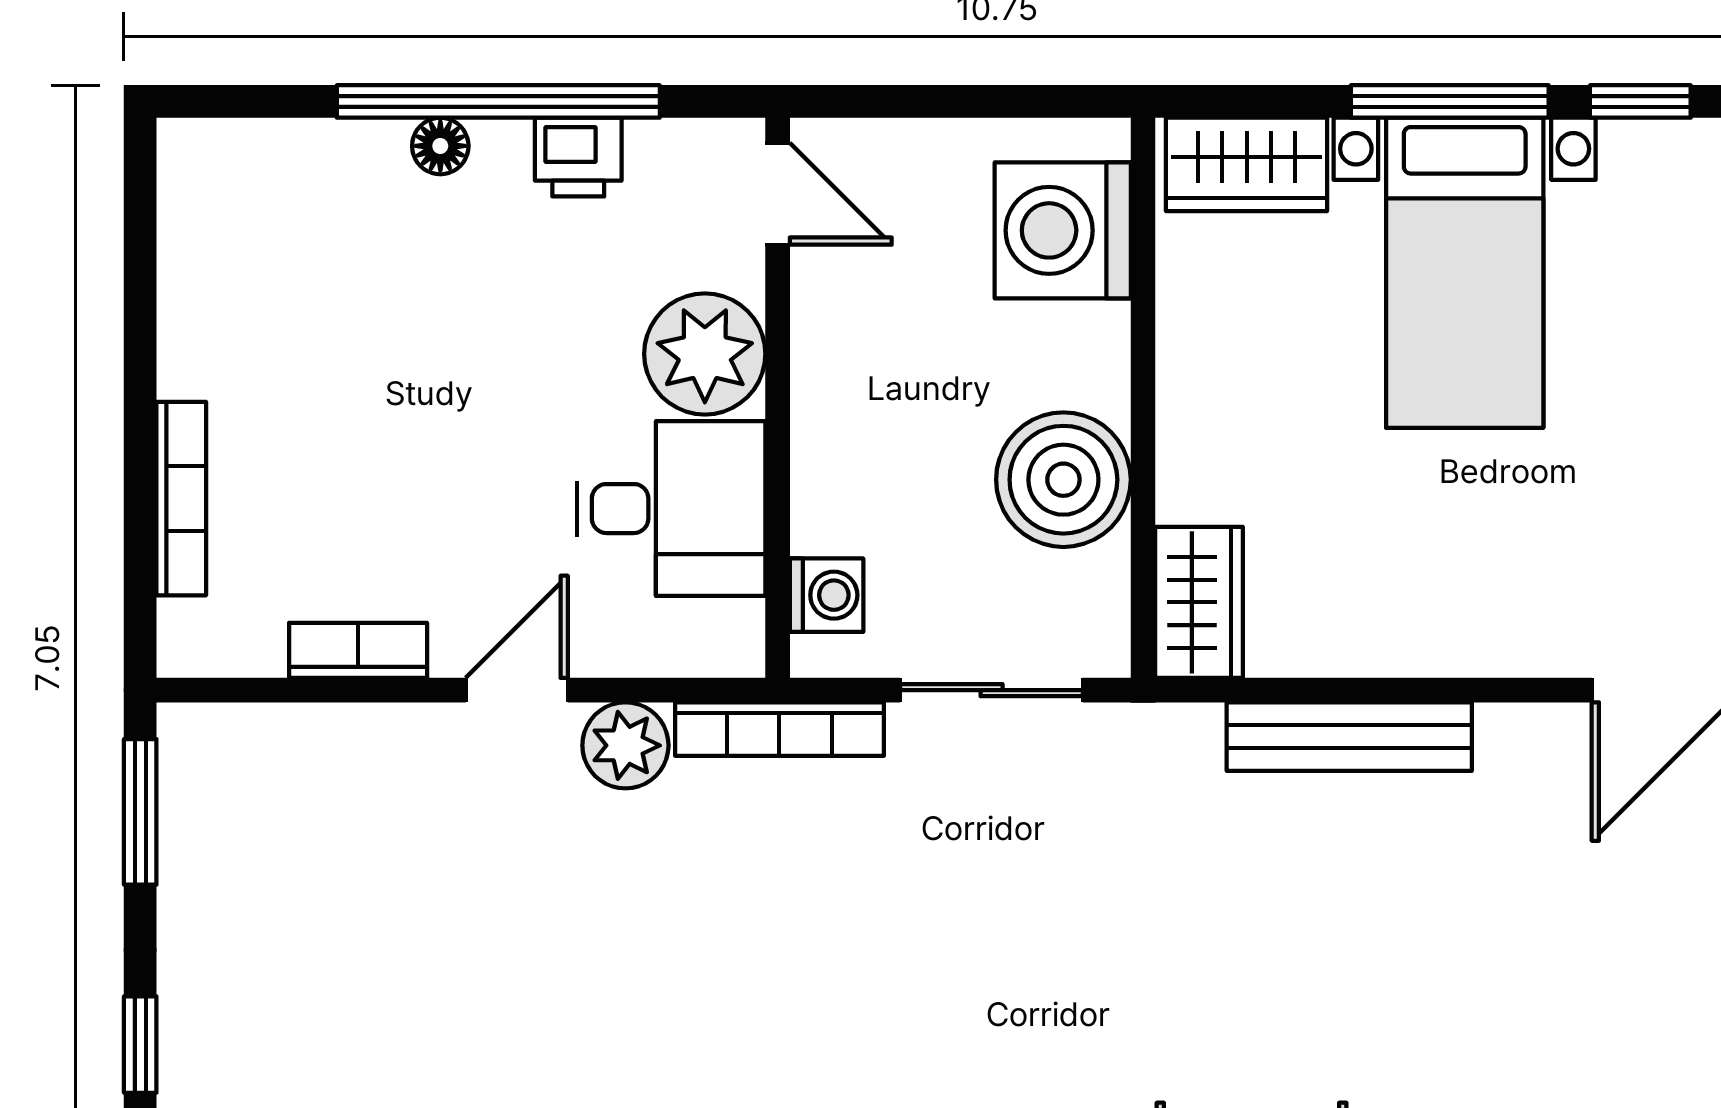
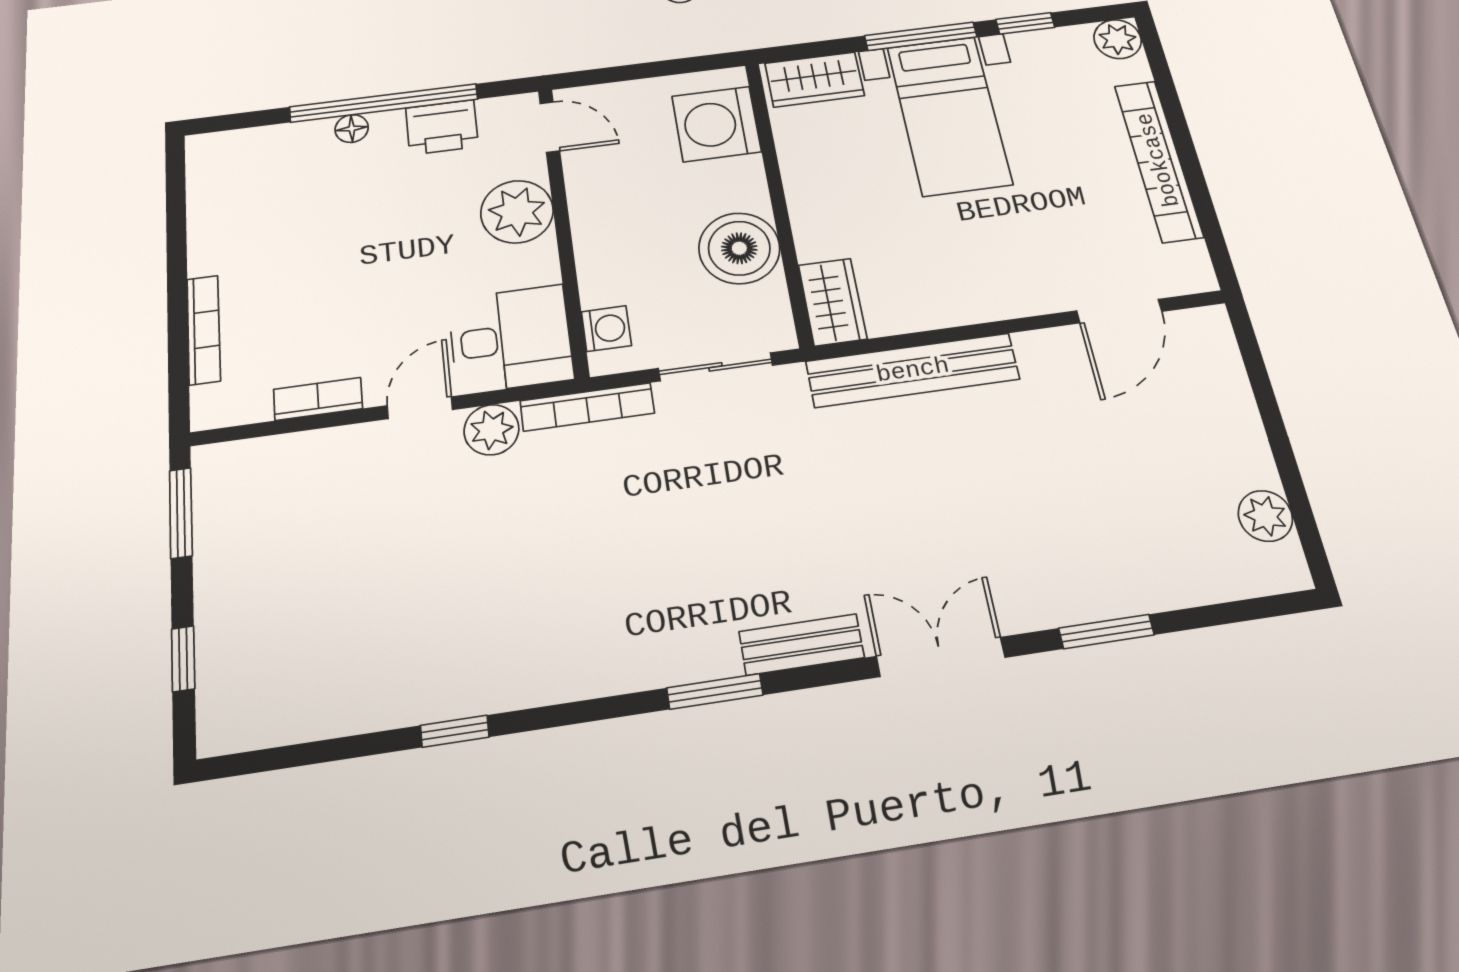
printer: (578, 157) -> (442, 127), width x1.36, depth x1.24
desk: (671, 509) -> (511, 339), moved
bench: (1349, 737) -> (913, 370), width x1.37, depth x1.21

